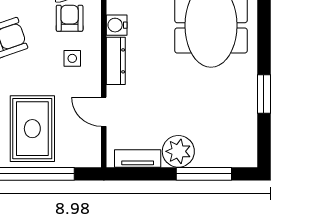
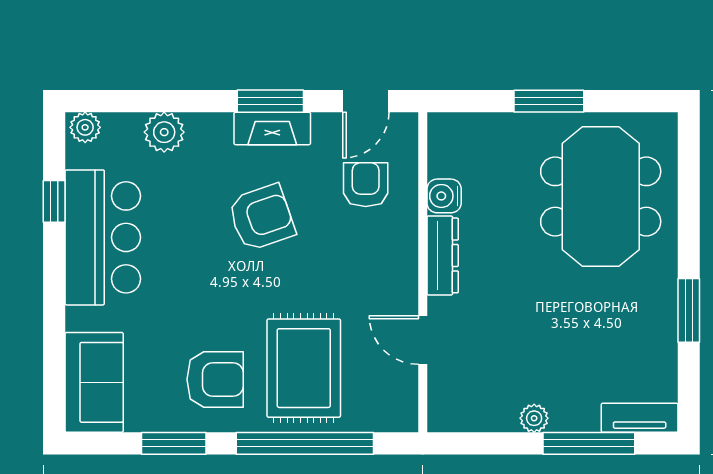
side table: (72, 58) -> (370, 251), removed
plant: (178, 151) -> (534, 418), width x0.53, depth x0.53
tv unit: (138, 159) -> (640, 418), moved

